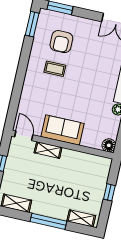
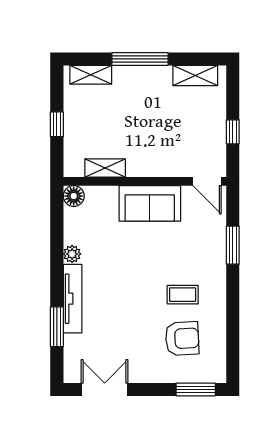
window: (32, 24) -> (233, 245), moved
armchair: (61, 42) -> (182, 338), turned 87
shelving: (48, 150) -> (105, 168), moved

